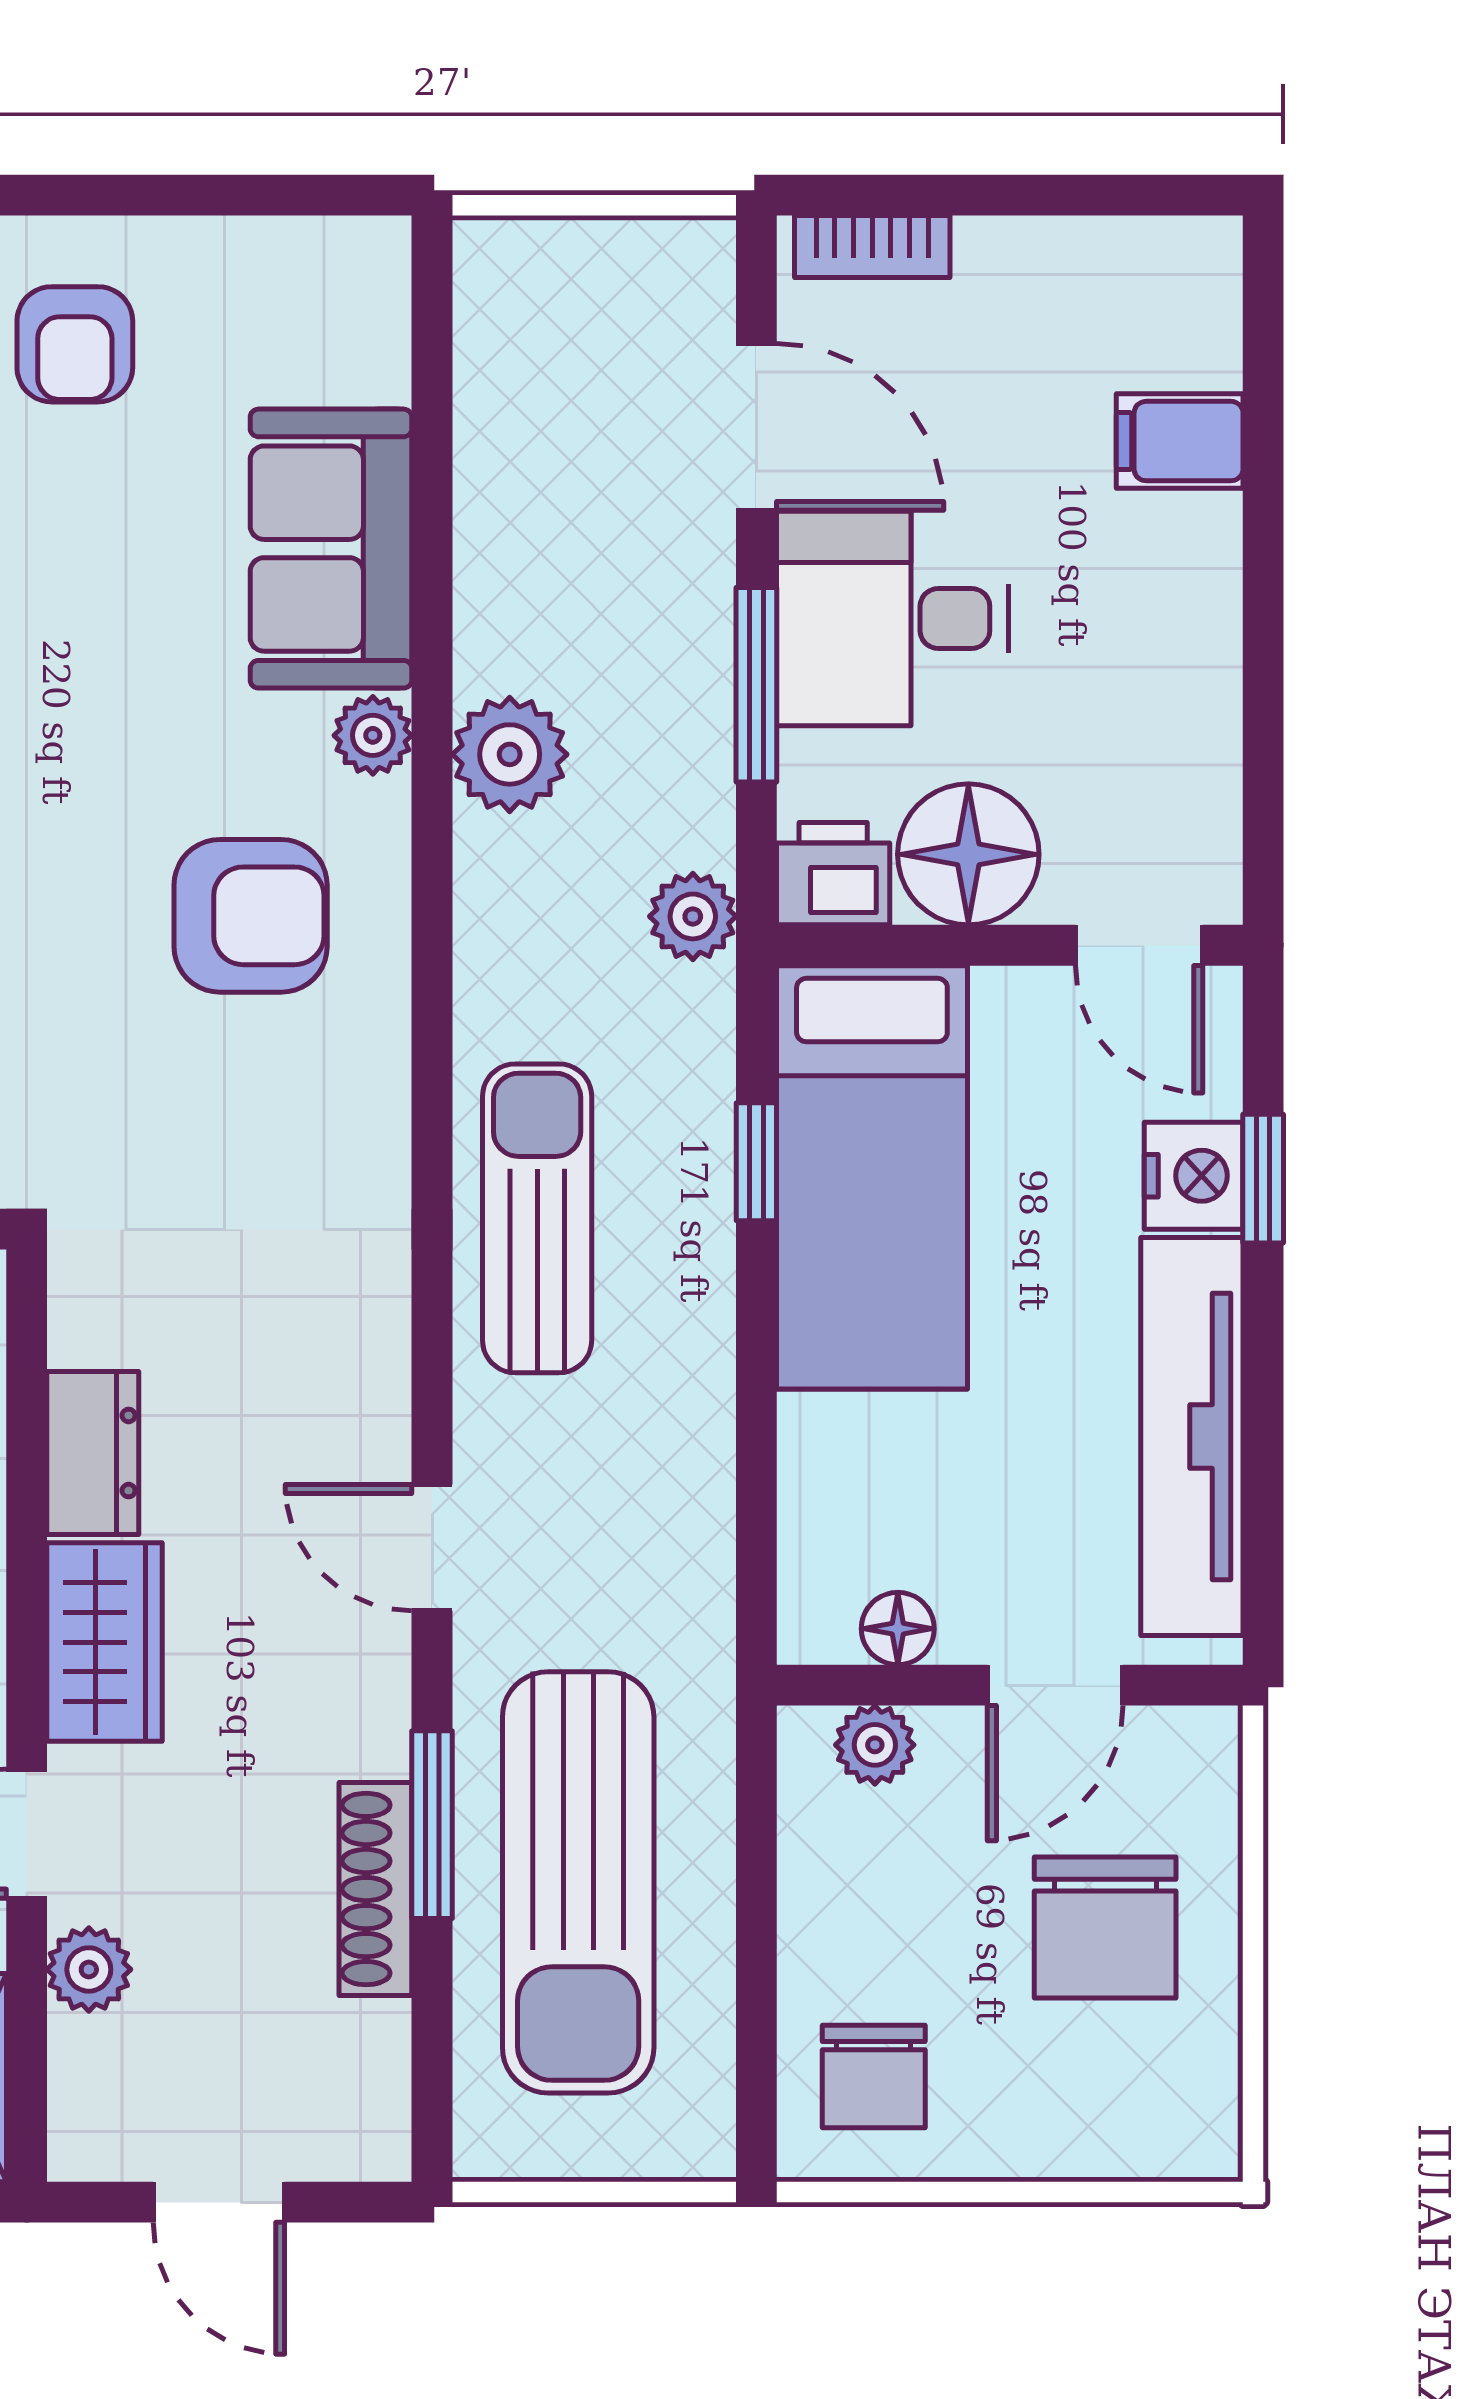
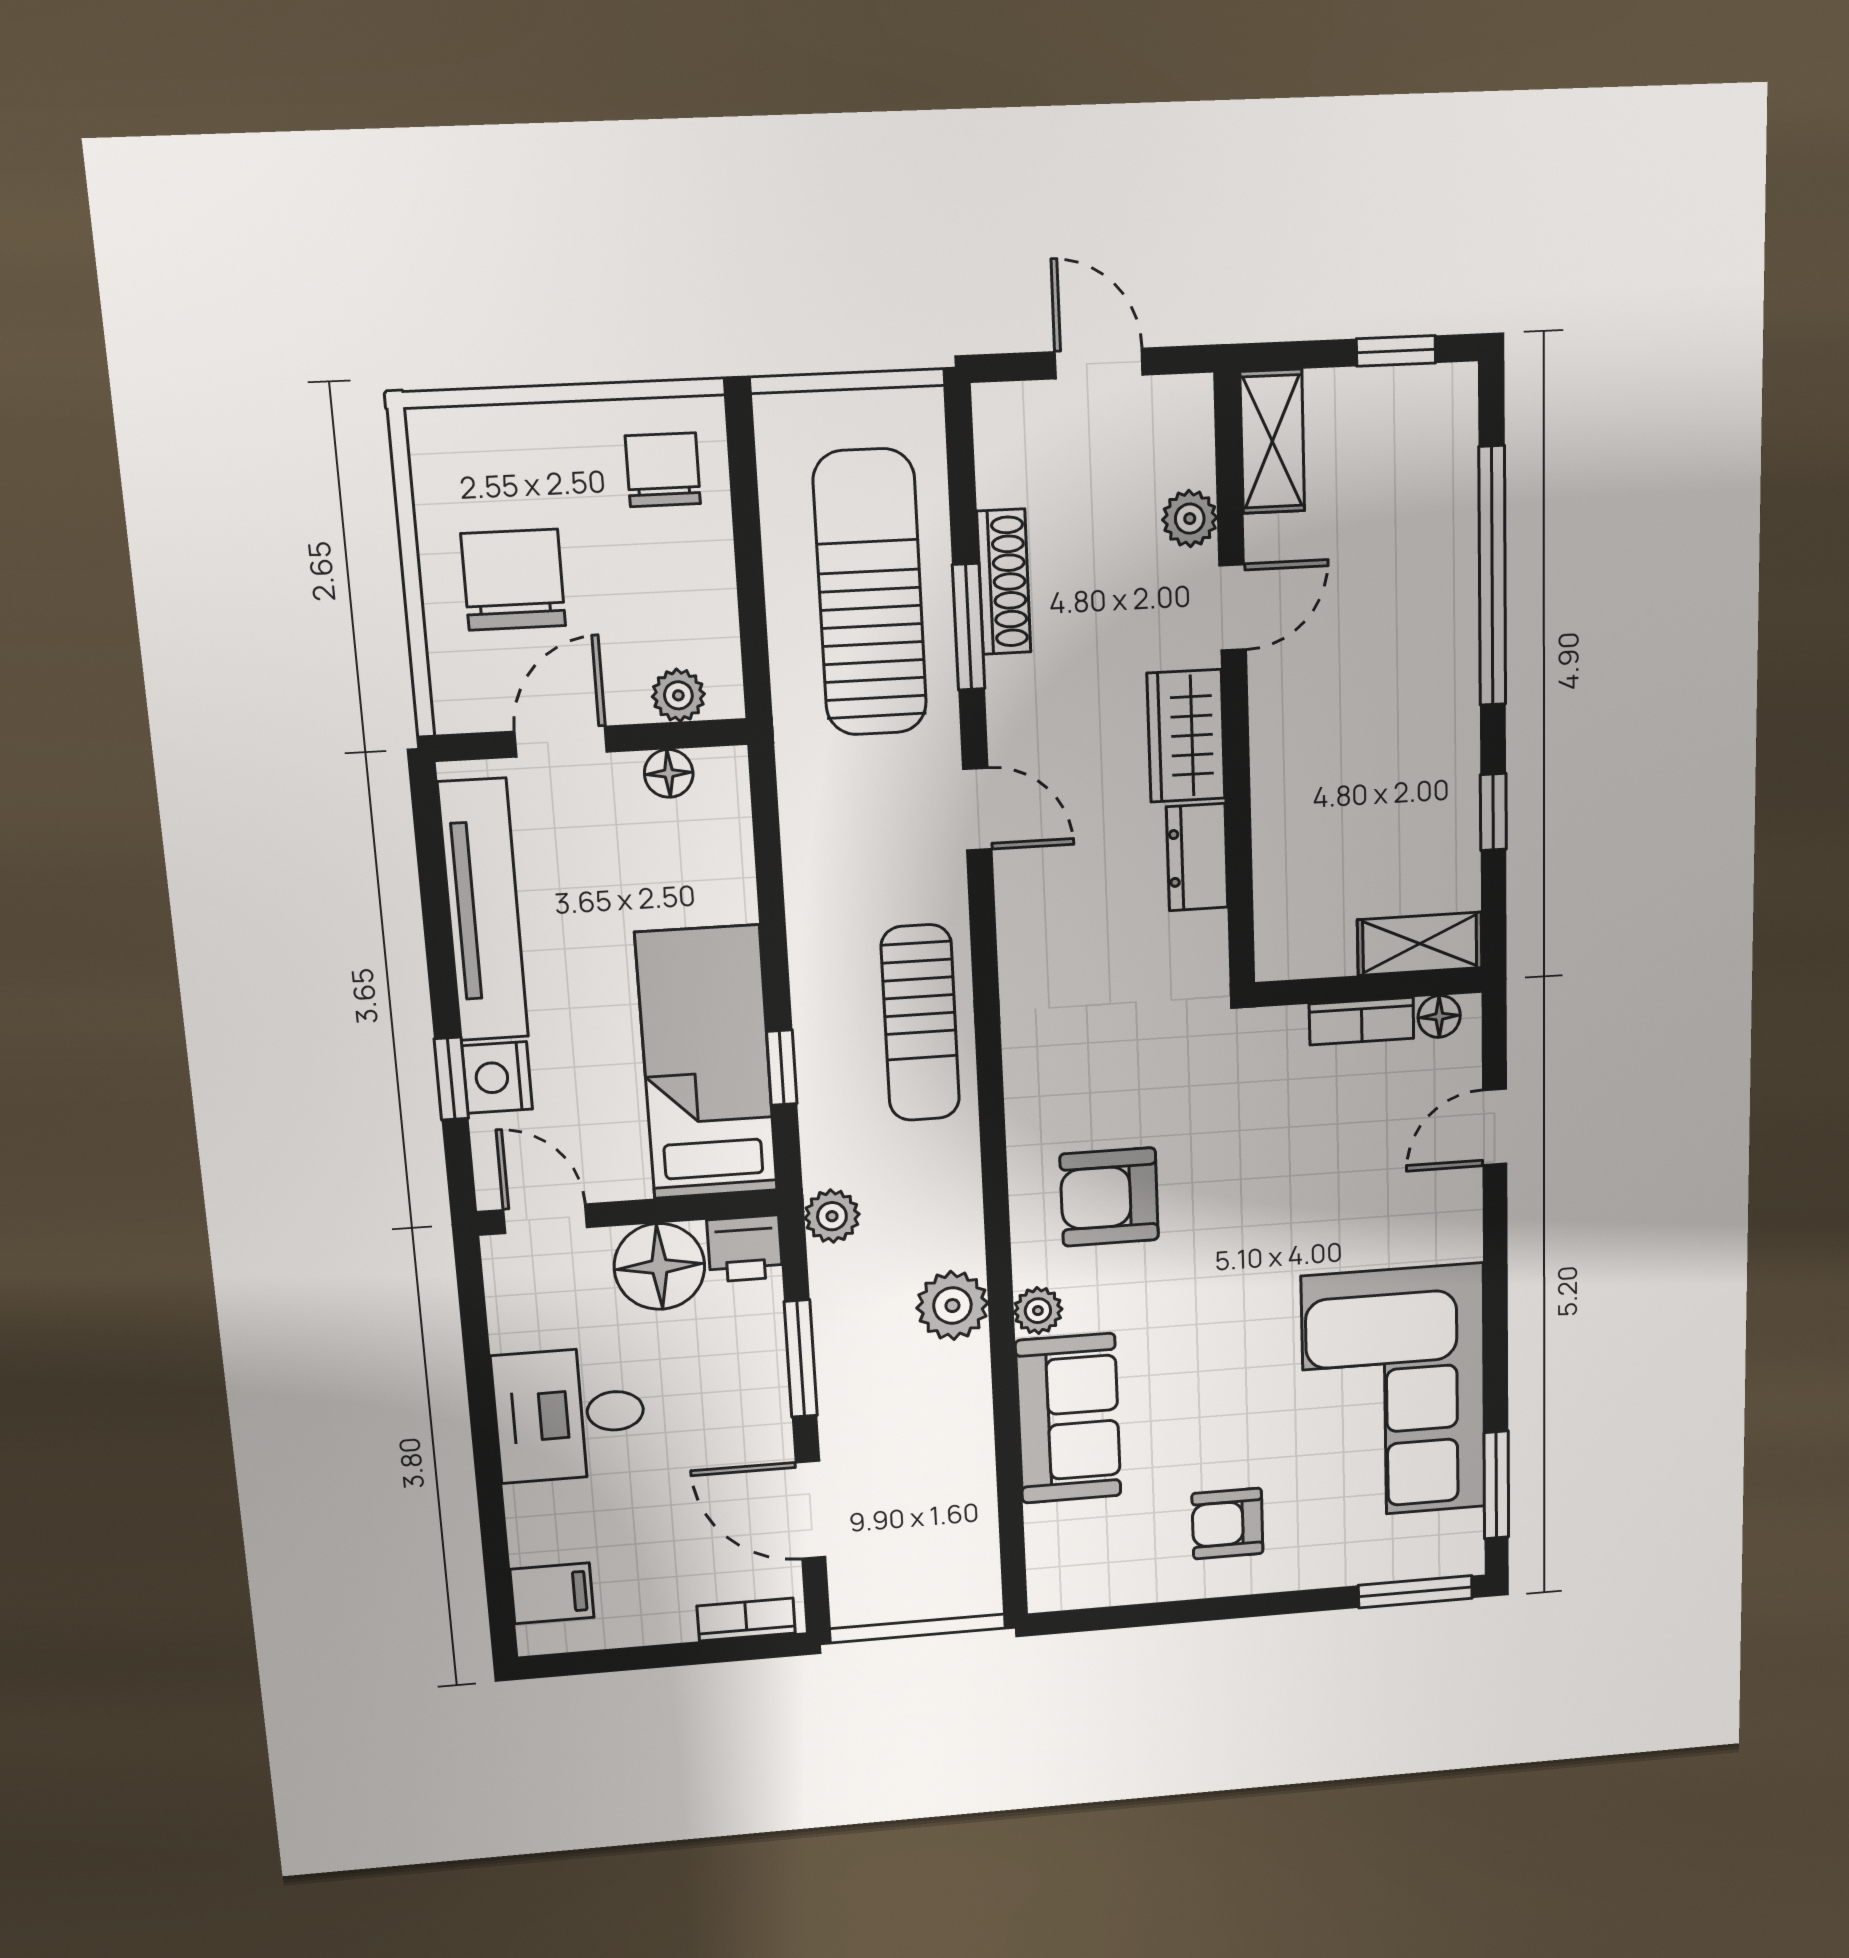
armchair: (75, 344) -> (1227, 1524), turned -90
filing cabinet: (1180, 441) -> (552, 1593), moved
desk: (892, 618) -> (570, 1414), moved, turned 180

